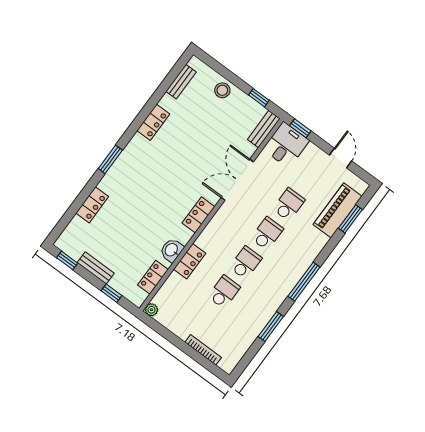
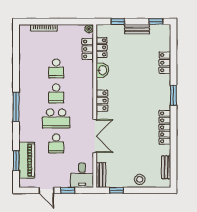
locker: (153, 122) -> (165, 127), width x1.53
window: (300, 128) -> (68, 190), moved
school desk: (267, 234) -> (56, 118), width x1.85
locker: (190, 261) -> (88, 49), moved
window: (271, 326) -> (16, 68), removed

